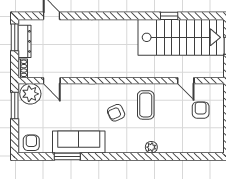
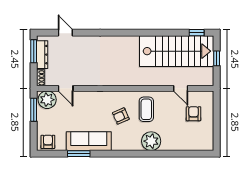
window: (169, 16) -> (197, 33), moved
plant: (151, 147) -> (151, 141), width x1.88, depth x1.88

